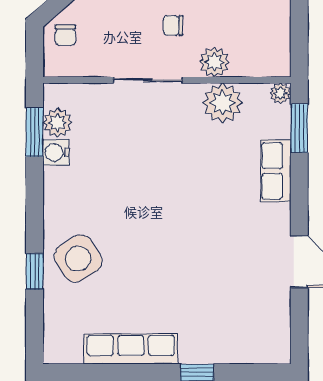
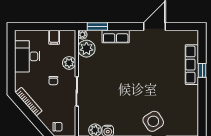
filing cabinet: (274, 27) -> (54, 37), added
plant: (223, 103) -> (86, 49), moved
row of seats: (131, 349) -> (192, 65), moved

